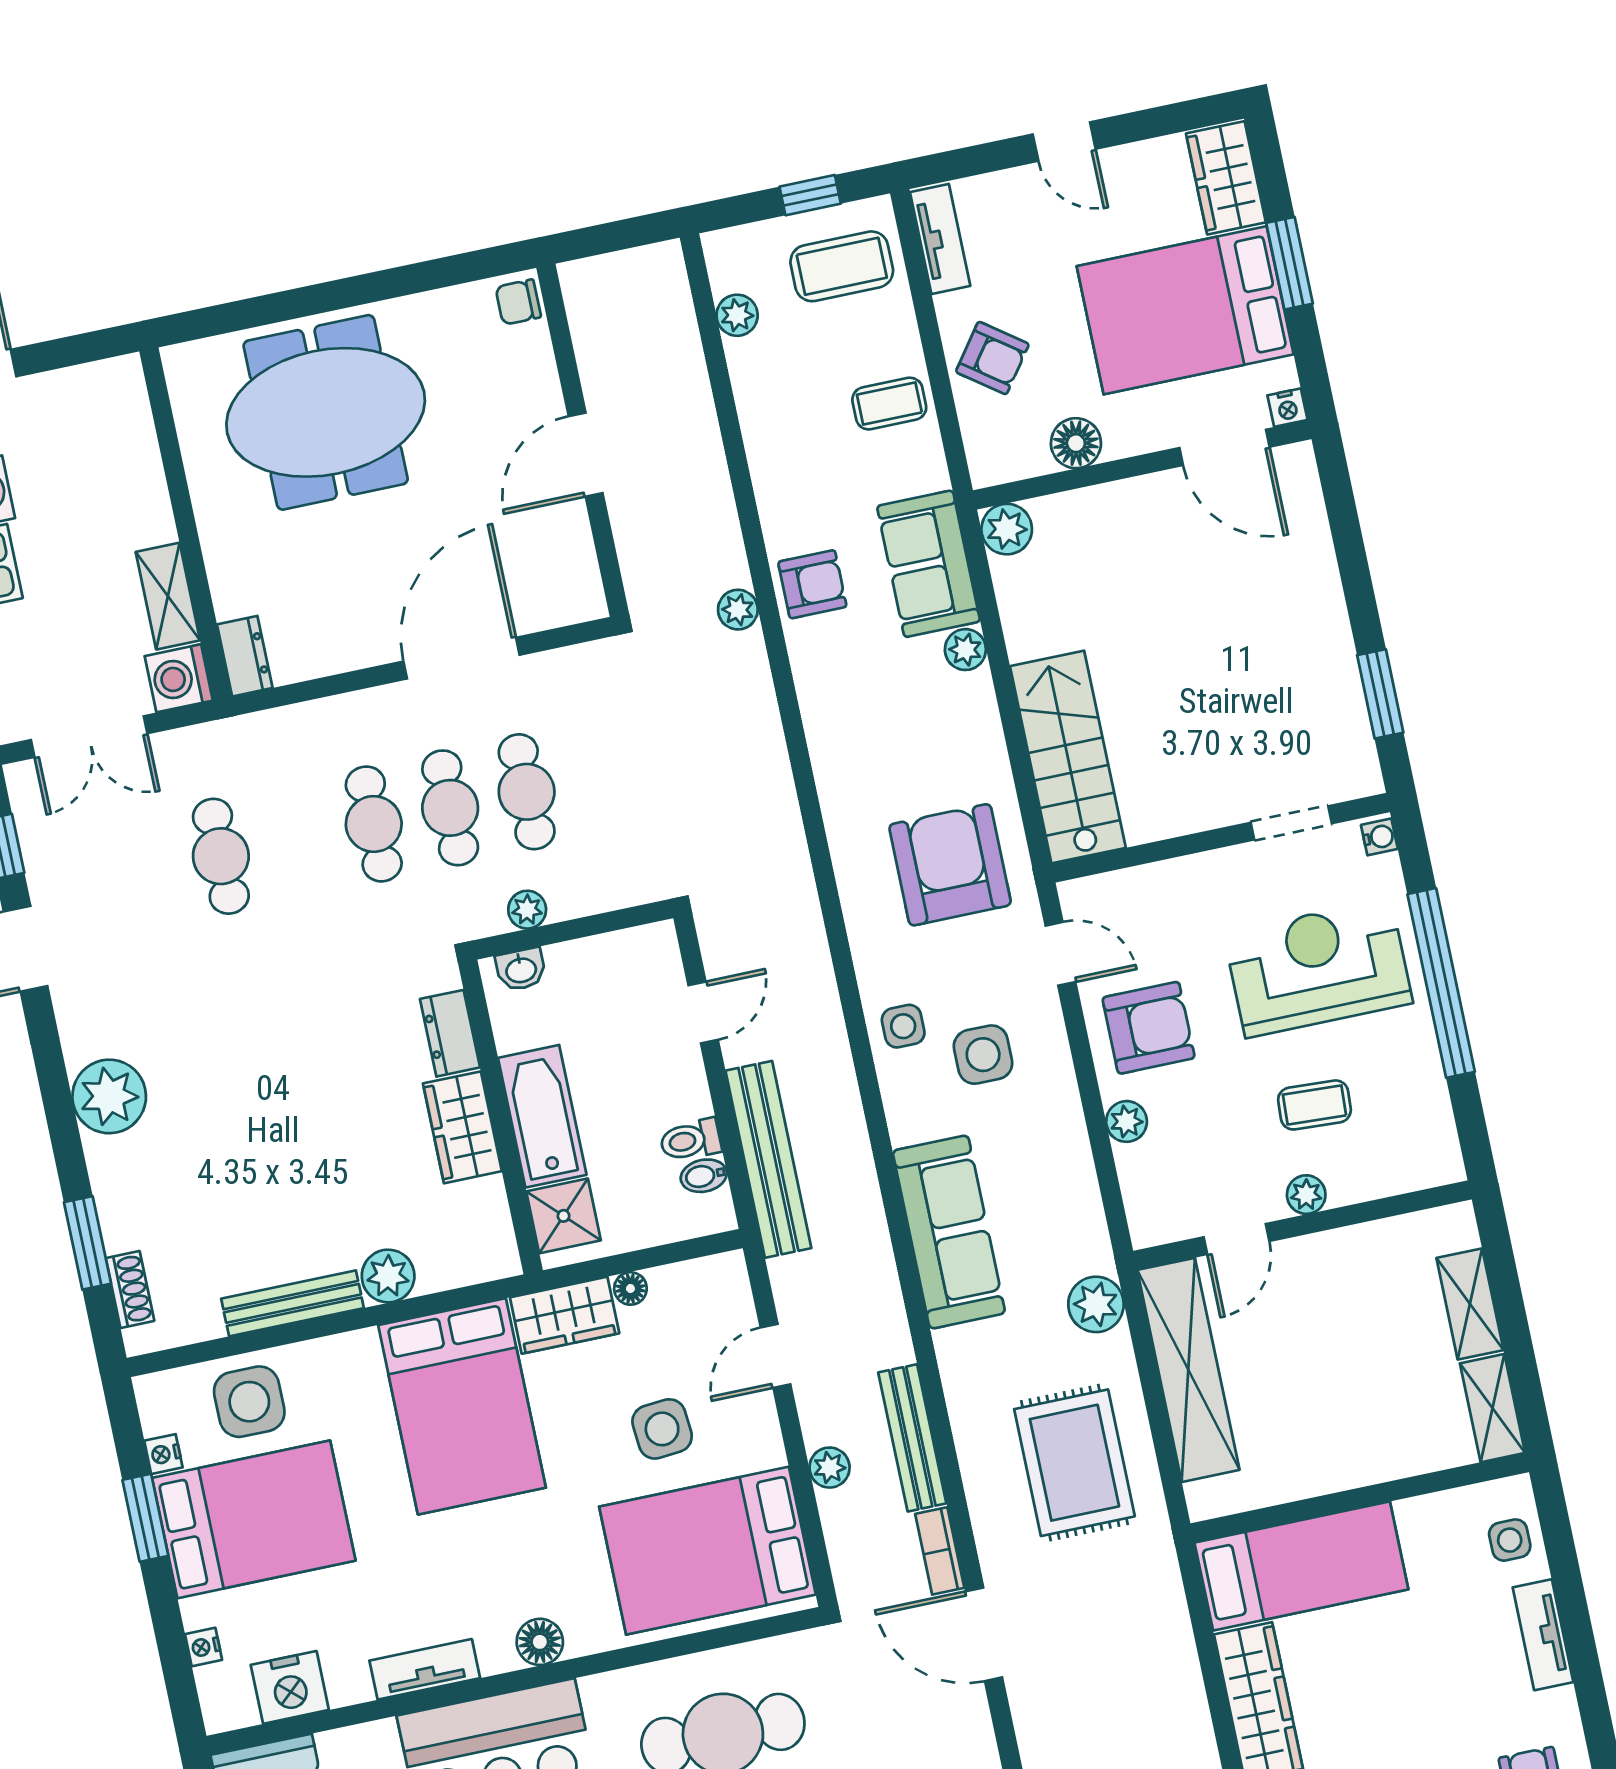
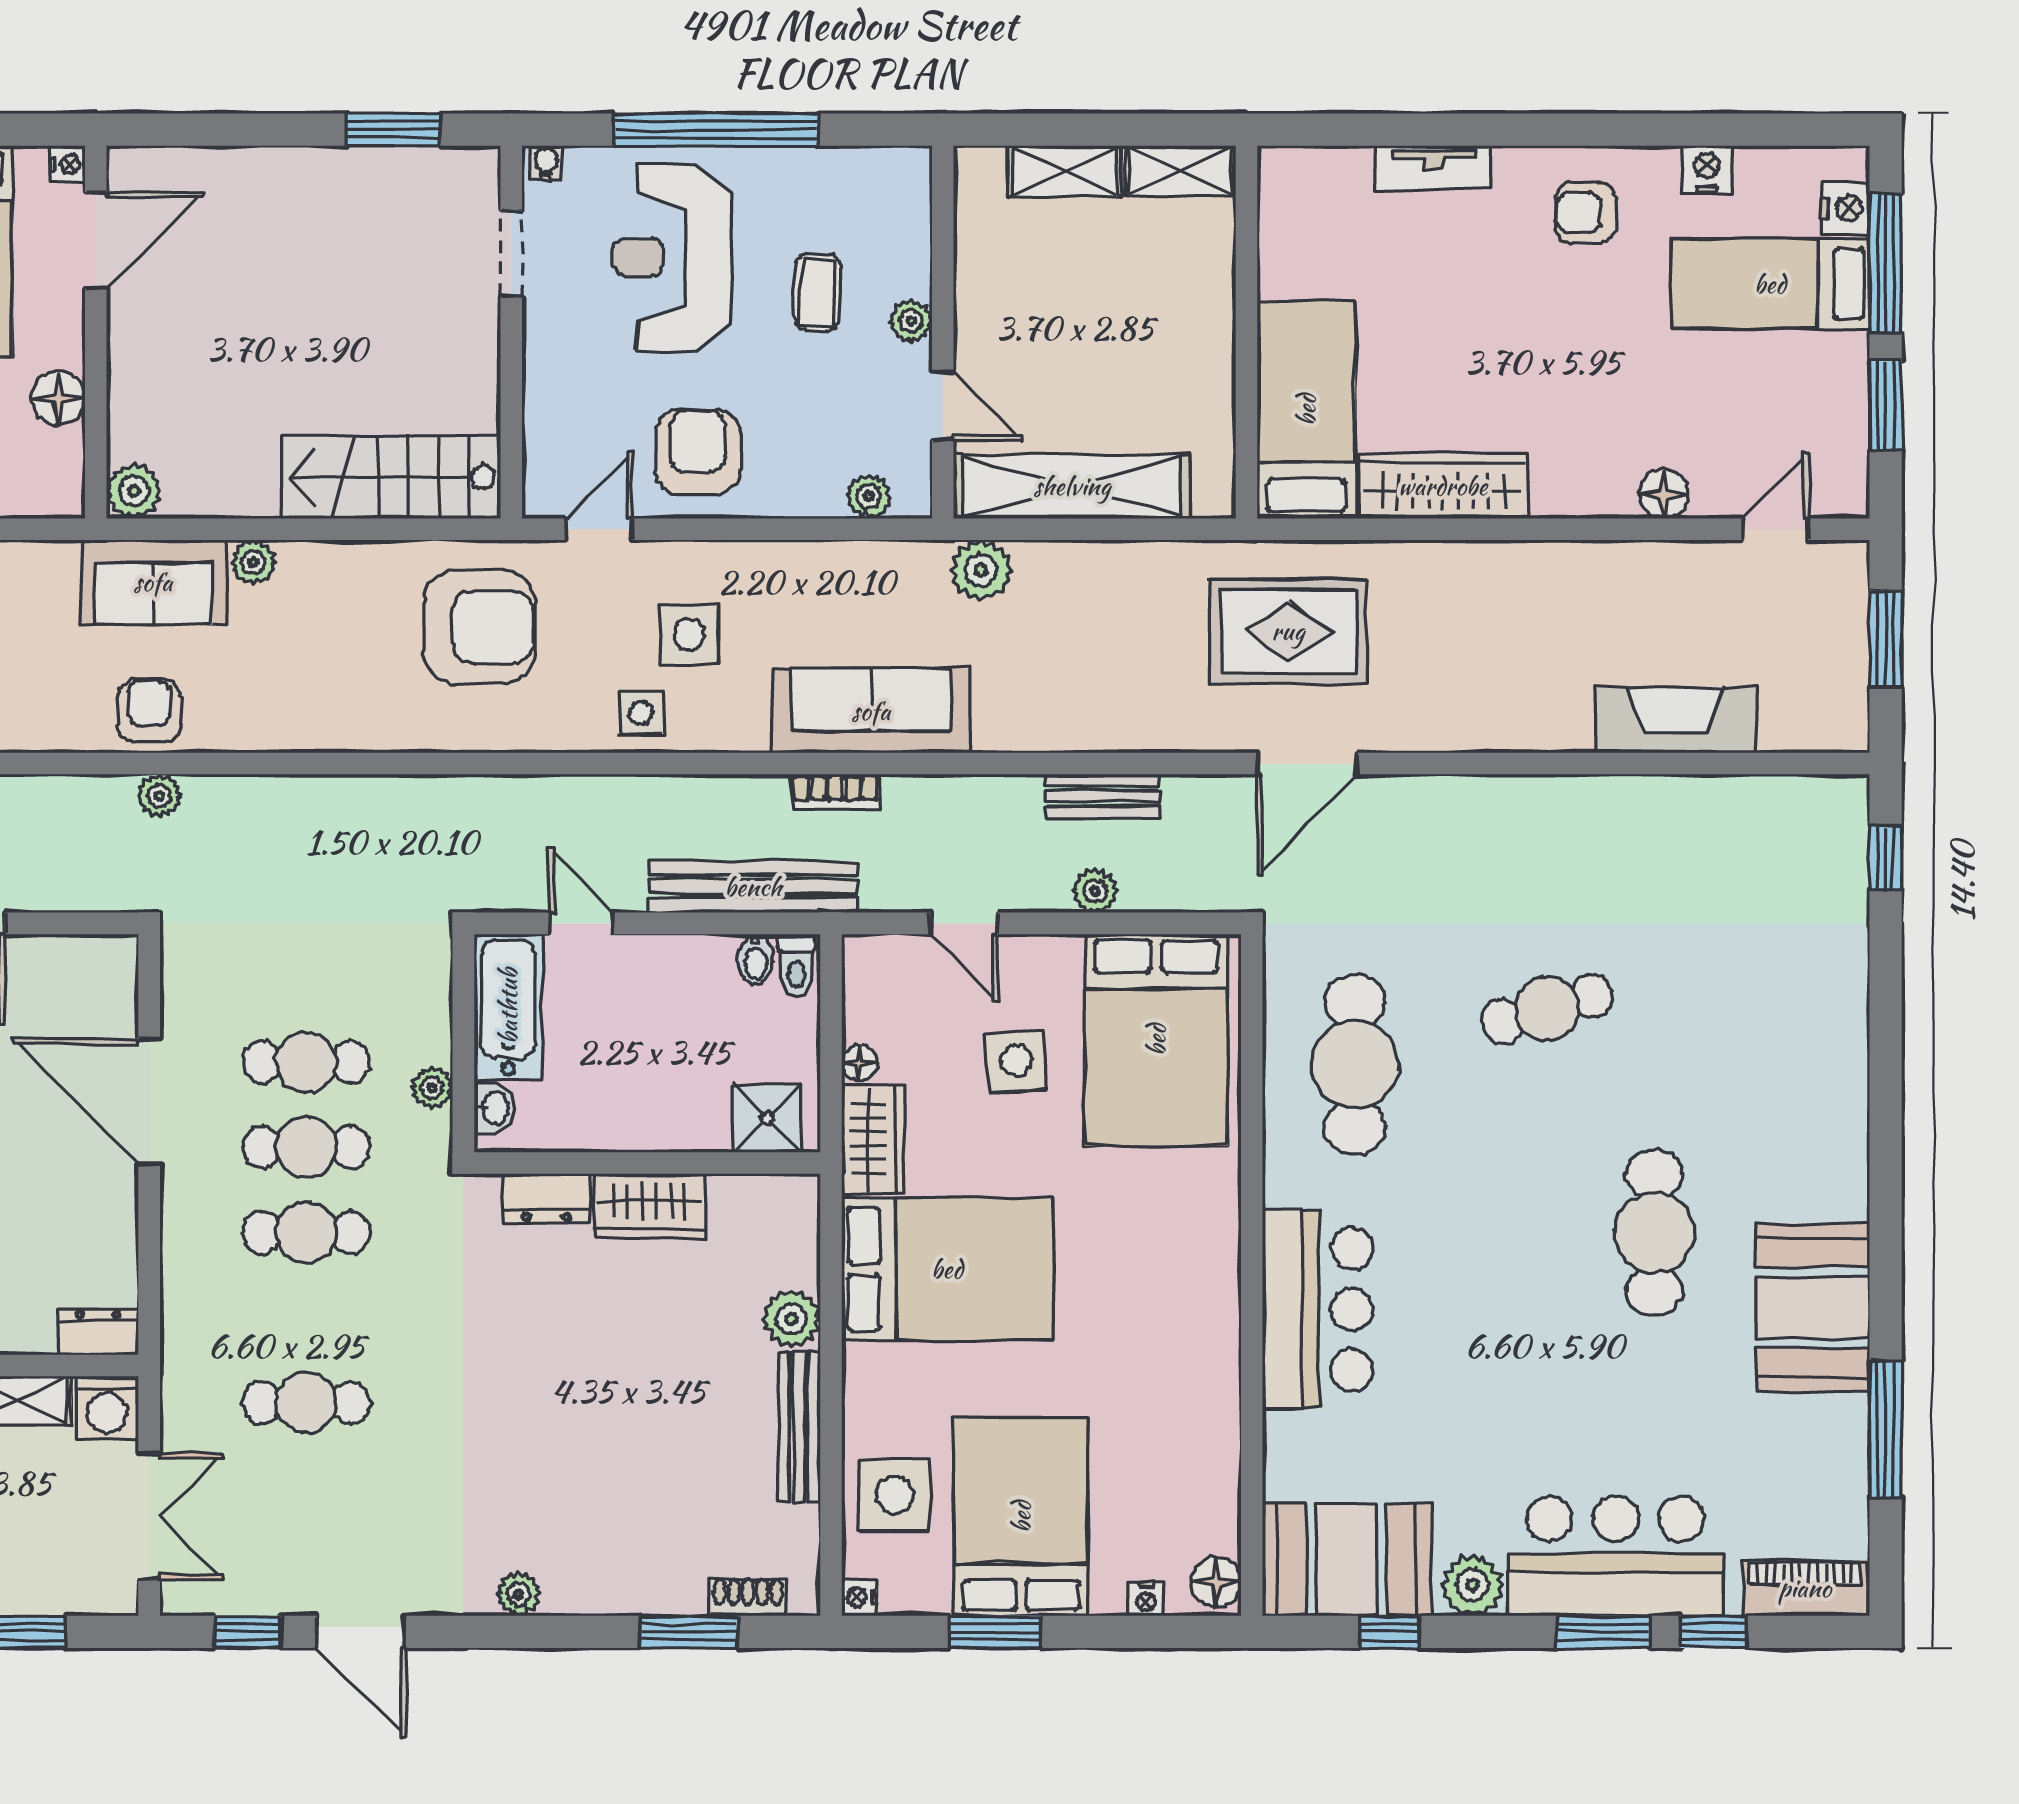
armchair: (950, 865) -> (479, 627), turned 180
plant: (109, 1096) -> (519, 1594), width x0.53, depth x0.53
bathtub: (542, 1116) -> (508, 1006), moved, turned 90
plant: (1127, 1121) -> (869, 496), moved
toilet: (690, 1140) -> (797, 966), moved
bench: (912, 1438) -> (1103, 796), width x0.73
nightstand: (163, 1454) -> (859, 1597), moved, turned 90
rug: (1074, 1463) -> (1288, 631), moved
side table: (1510, 1540) -> (1325, 182), removed
bookcase: (940, 1551) -> (835, 792), moved
floor lamp: (540, 1642) -> (1216, 1582), moved
tv unit: (425, 1669) -> (1219, 1368), removed
nightstand: (290, 1687) -> (1208, 1516), removed

